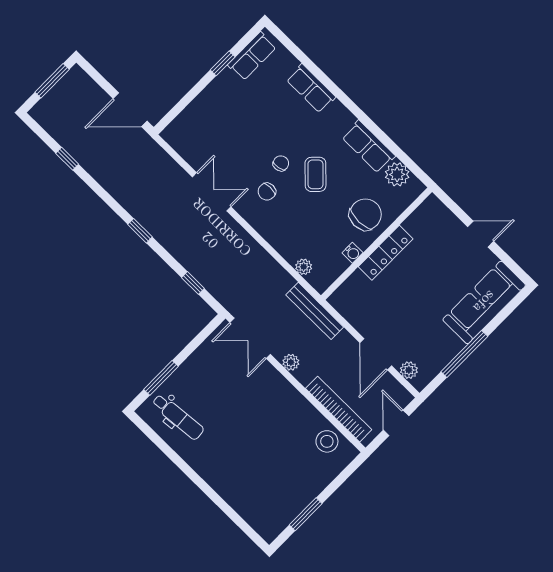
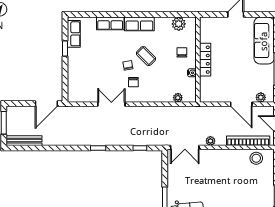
row of seats: (368, 147) -> (139, 24), moved
window: (67, 159) -> (41, 148), removed
chair: (365, 214) -> (182, 52), width x0.54, depth x0.54
bench: (315, 311) -> (24, 141), moved

